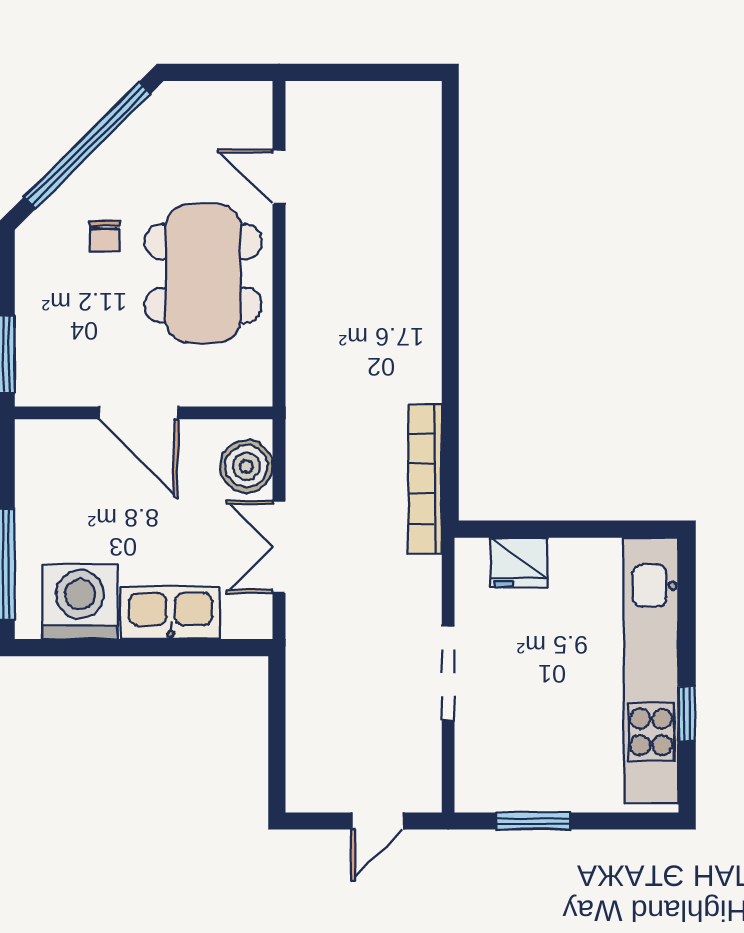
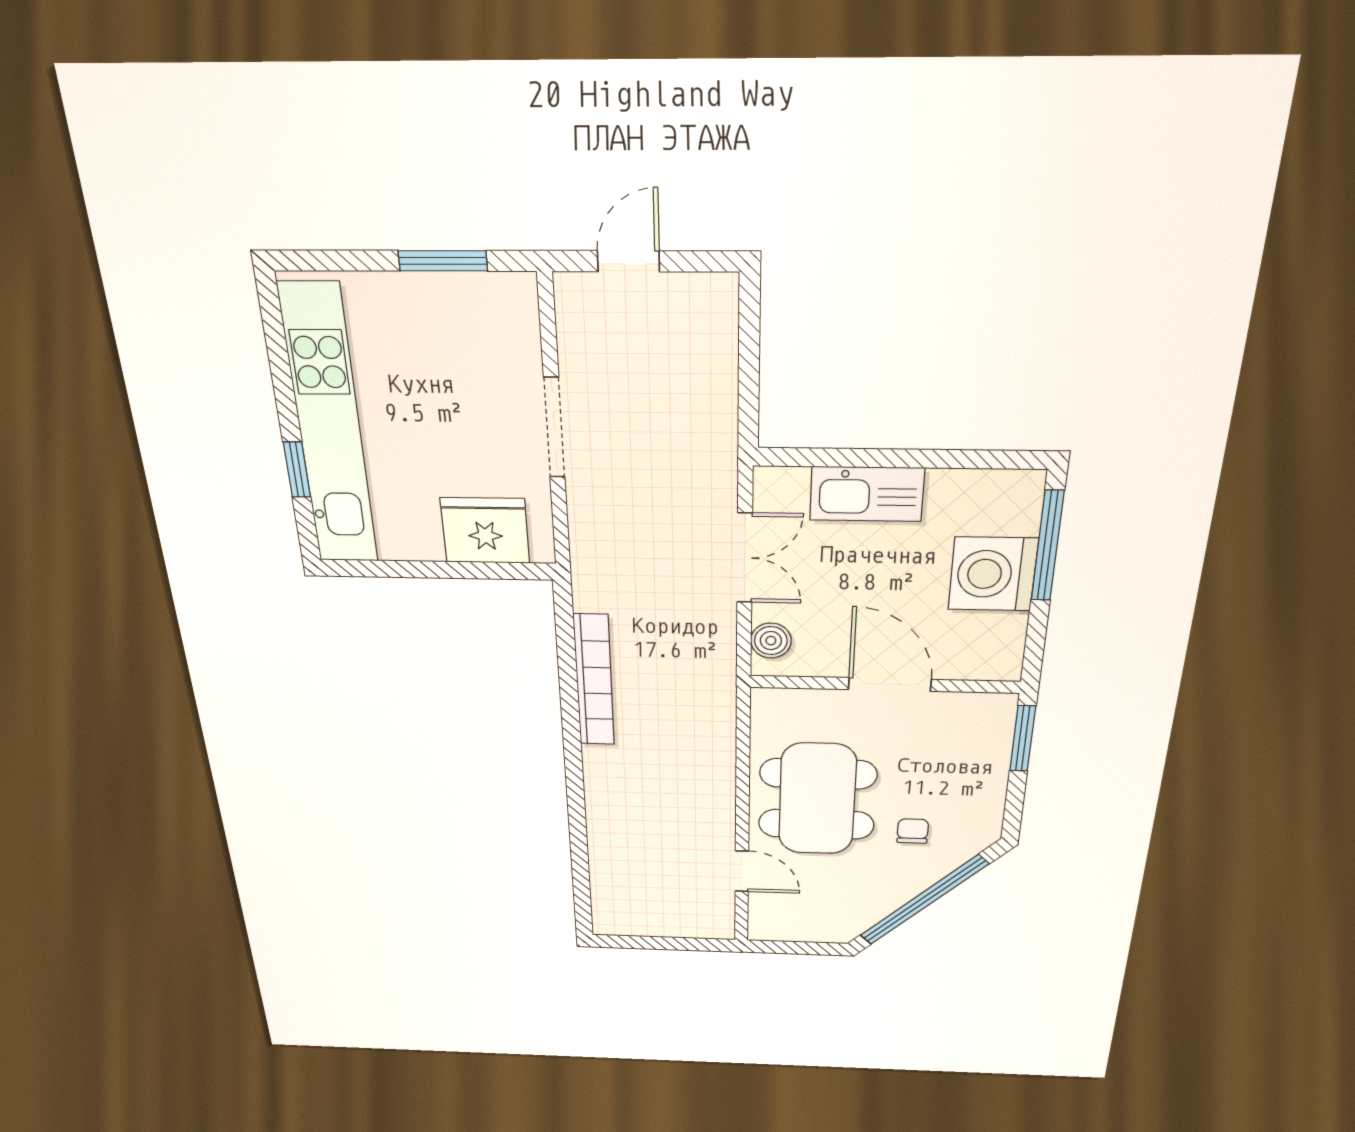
boiler: (246, 466) -> (771, 641), width x0.73, depth x0.73
bookcase: (425, 479) -> (594, 680), moved
fridge: (519, 562) -> (485, 531), width x1.36, depth x1.34
washing machine: (80, 602) -> (993, 574), moved, turned 90
window: (687, 714) -> (297, 470), moved

